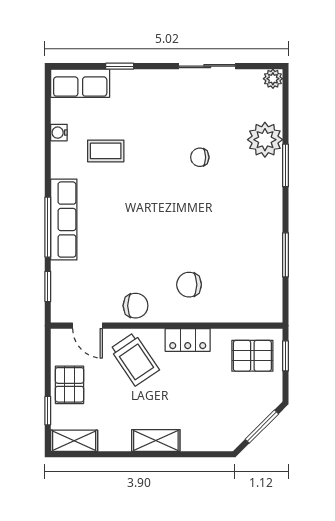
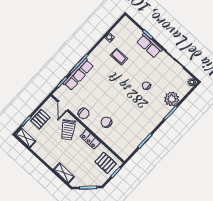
row of seats: (80, 83) -> (149, 46), moved
row of seats: (64, 220) -> (78, 74), moved
shelving: (156, 440) -> (64, 173), moved

